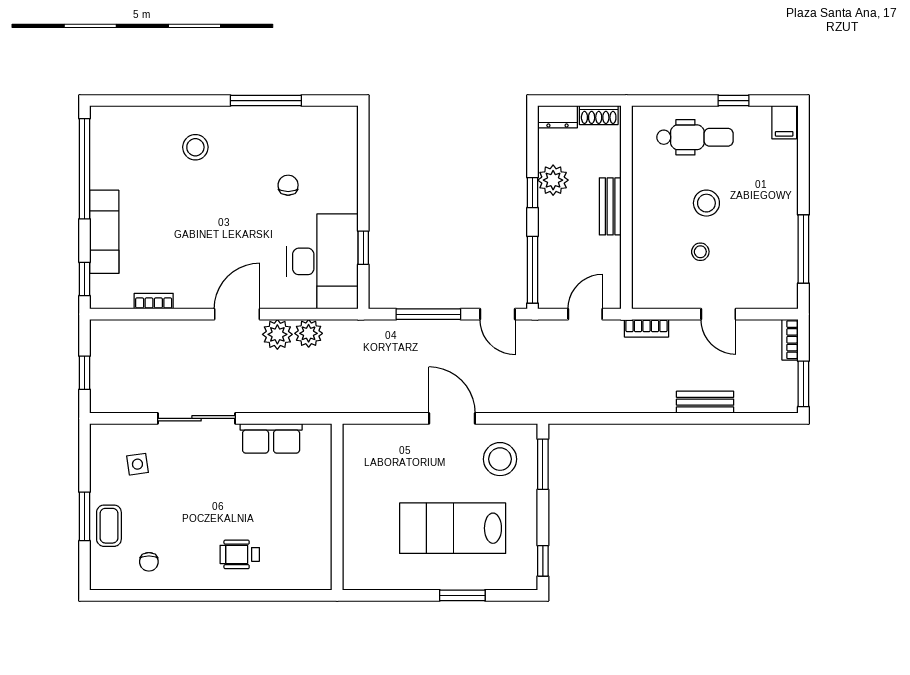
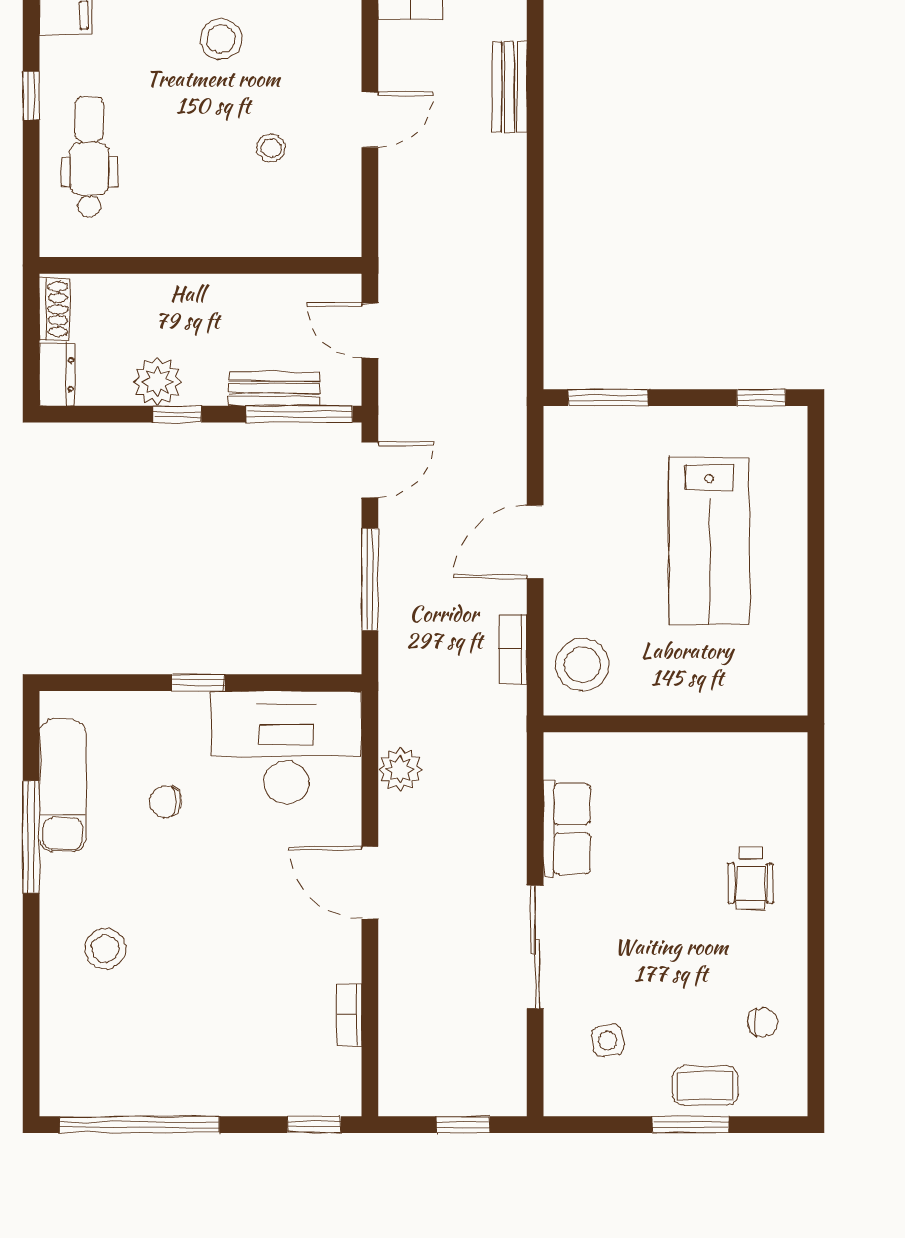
stool: (706, 203) -> (221, 39), moved
bench: (610, 206) -> (274, 389), moved
exam couch: (104, 232) -> (63, 786), moved, turned 90
window: (363, 248) -> (198, 683), moved
bookcase: (646, 328) -> (513, 649), moved, turned 180
plant: (277, 334) -> (402, 819), removed
bench: (705, 402) -> (509, 87), moved
stool: (500, 459) -> (582, 665), moved
window: (462, 595) -> (816, 525), removed

